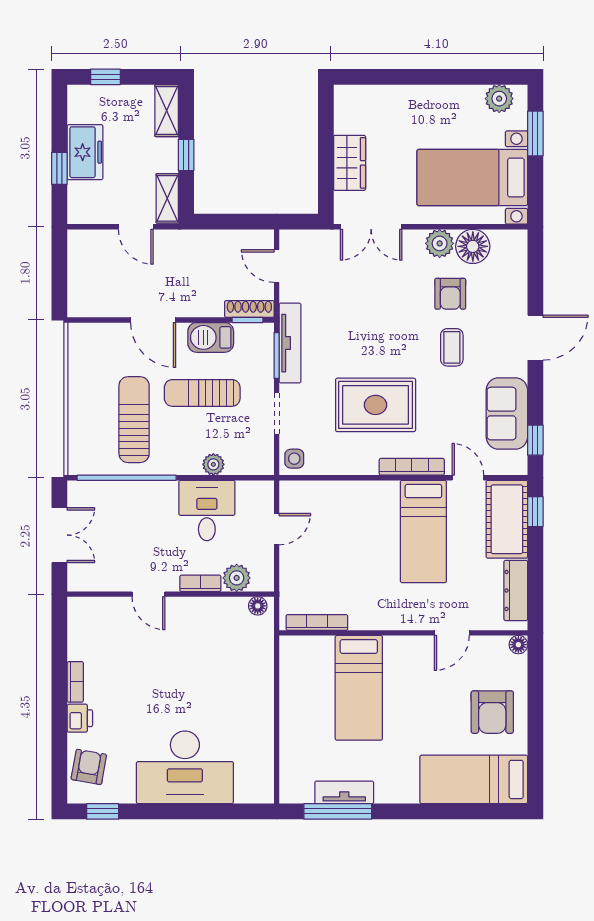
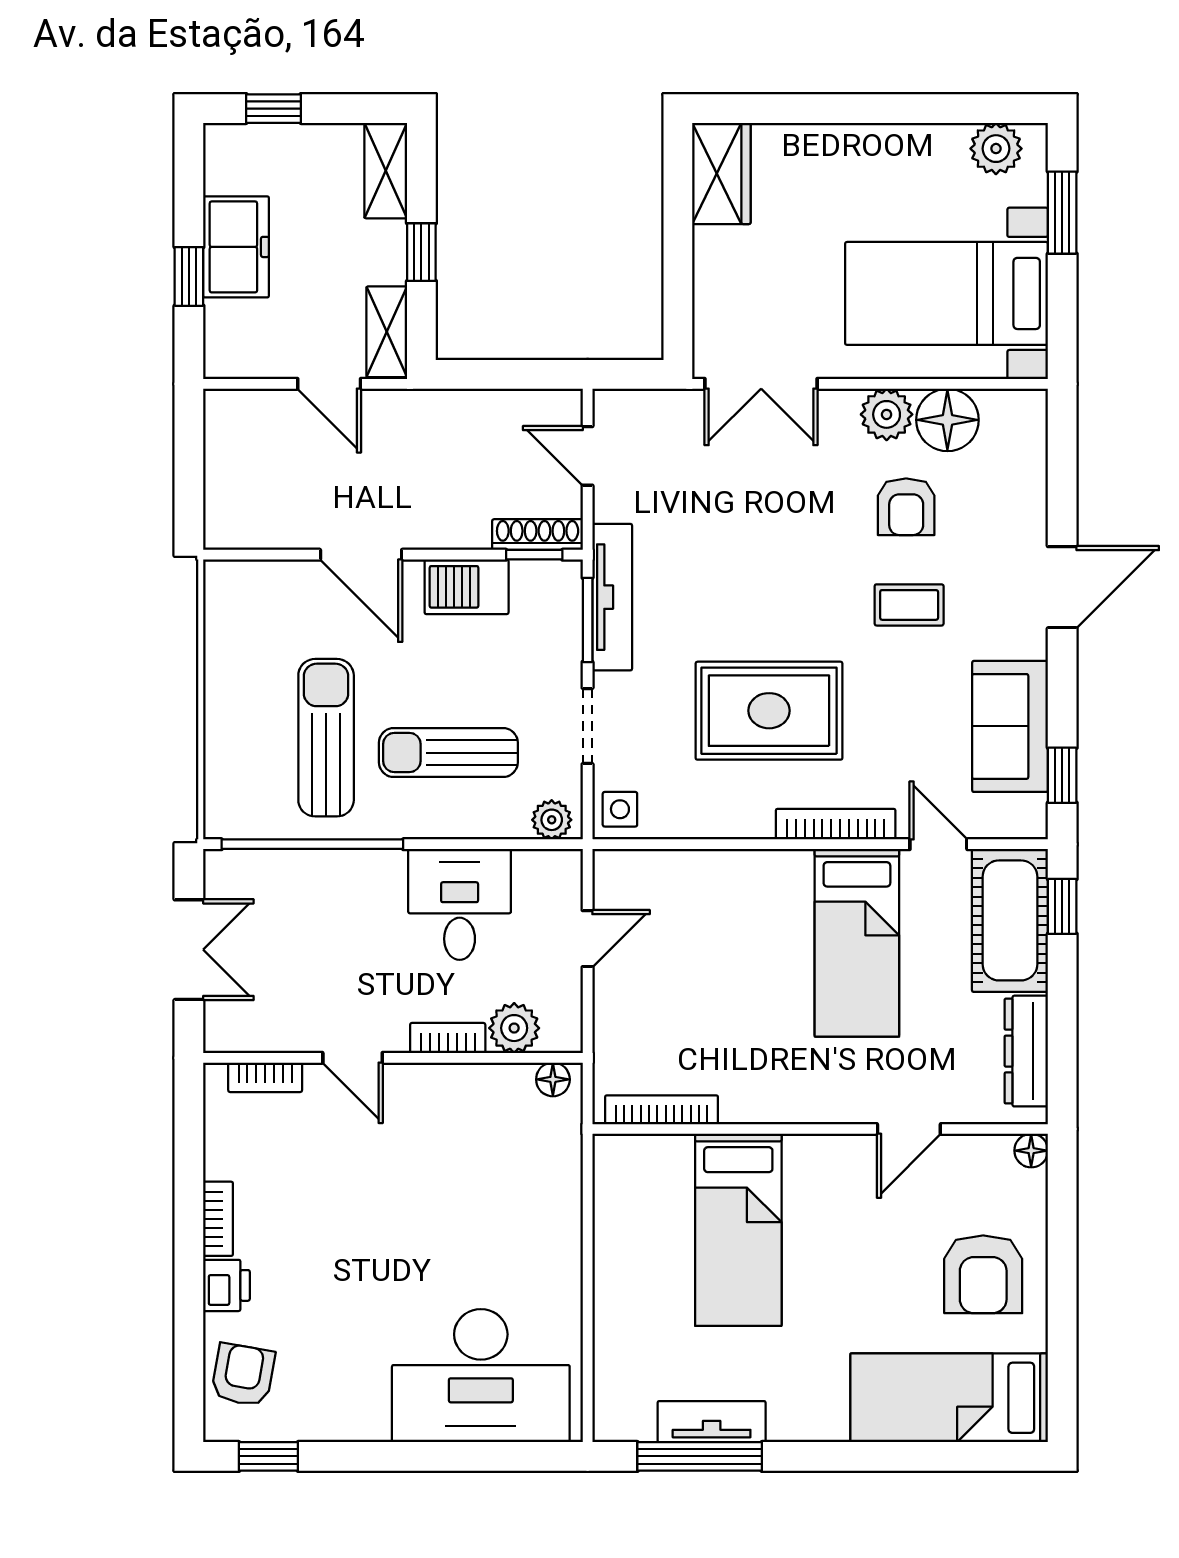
wardrobe: (350, 163) -> (721, 173), moved
coffee table: (452, 347) -> (909, 605), turned 90
sun lounger: (202, 393) -> (448, 753), moved
plant: (213, 464) -> (552, 820), moved
bookcase: (101, 605) -> (265, 1077), added
desk: (185, 767) -> (481, 1376), moved

